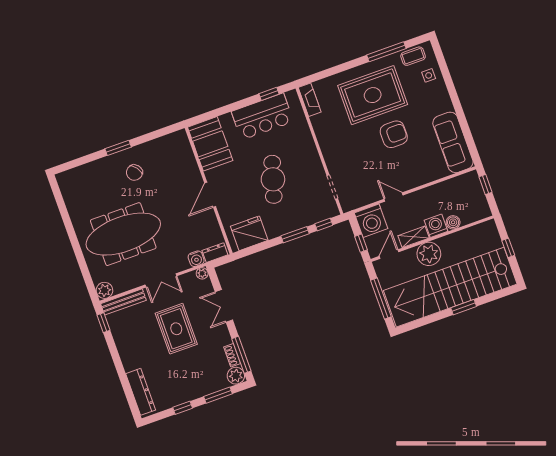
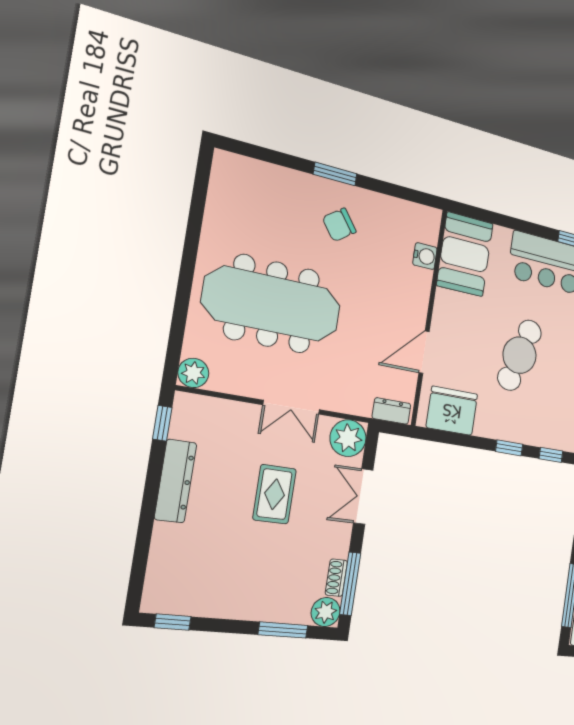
door: (210, 195) -> (424, 352), moved
window: (295, 235) -> (509, 448), width x0.67
water cooler: (196, 259) -> (425, 256), moved, turned -90
plant: (202, 273) -> (348, 438), width x1.88, depth x1.88
bench: (123, 302) -> (214, 408), removed
rug: (176, 329) -> (274, 494), width x0.73, depth x0.70
dresser: (141, 392) -> (175, 481), moved
window: (183, 408) -> (173, 622), moved

